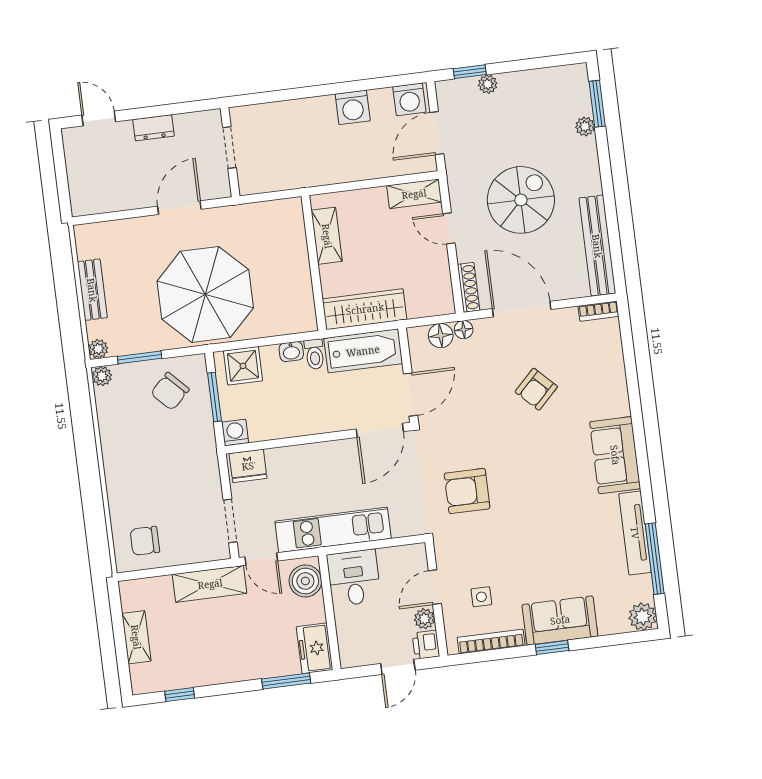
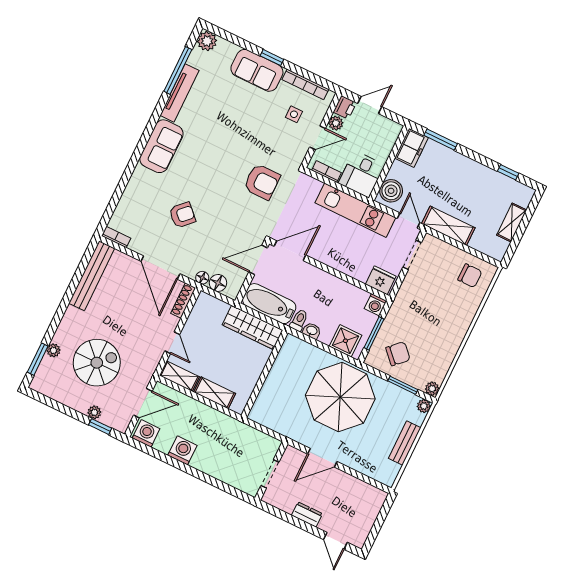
spiral stairs: (521, 200) -> (97, 363), moved, turned 180
shelving: (327, 236) -> (215, 393), moved, turned 90
bookcase: (398, 554) -> (326, 172), added

